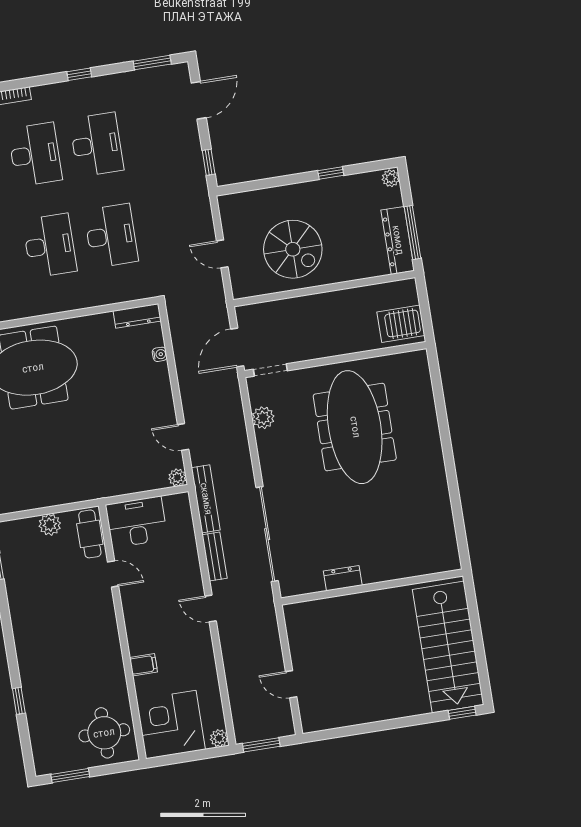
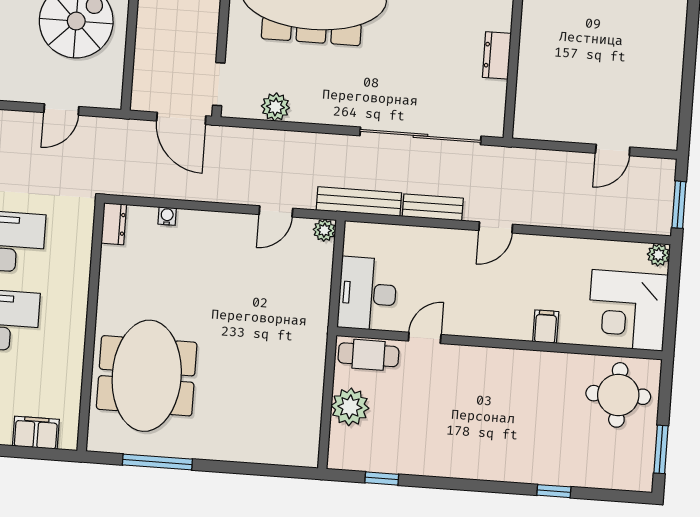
dresser: (137, 316) -> (114, 224), width x0.70
plant: (50, 525) -> (350, 407), width x1.36, depth x1.36

